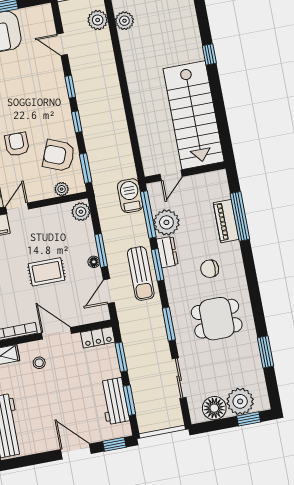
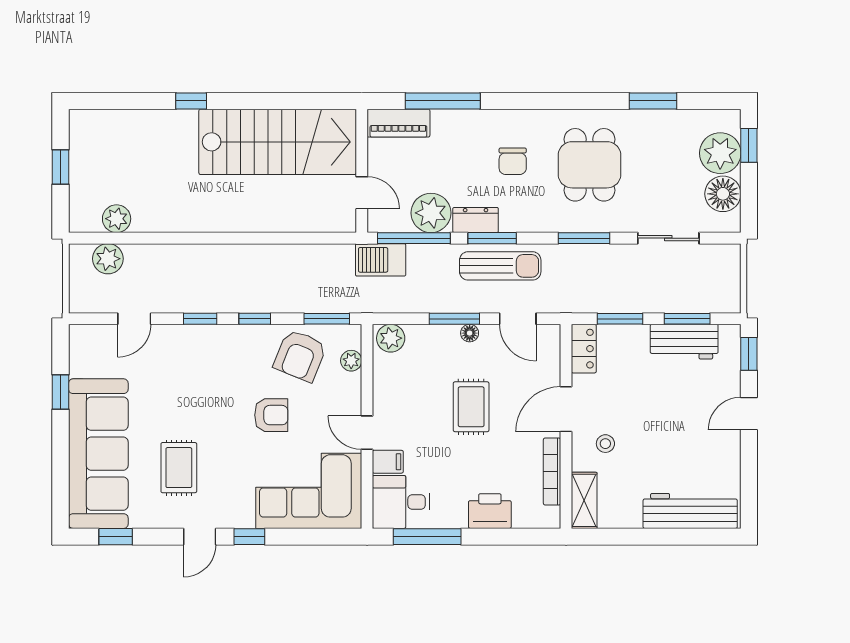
armchair: (17, 144) -> (271, 415), turned 180
piano: (226, 221) -> (398, 123), moved
door: (76, 452) -> (749, 414), width x0.73

